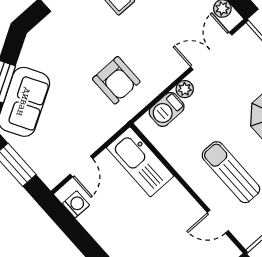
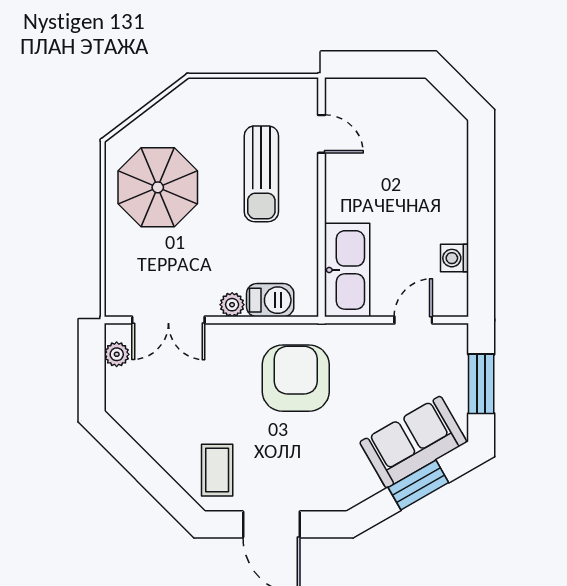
armchair: (116, 80) -> (296, 378), width x1.36, depth x1.36
washing machine: (76, 204) -> (455, 258), moved

